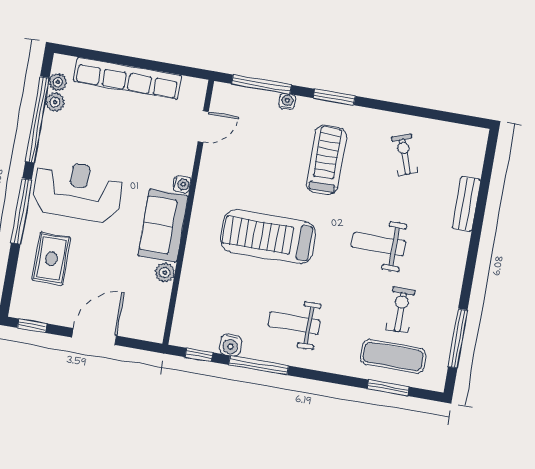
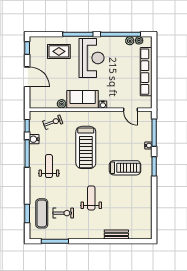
exercise bike: (405, 155) -> (53, 122), moved
treadmill: (268, 237) -> (86, 147), turned 180

